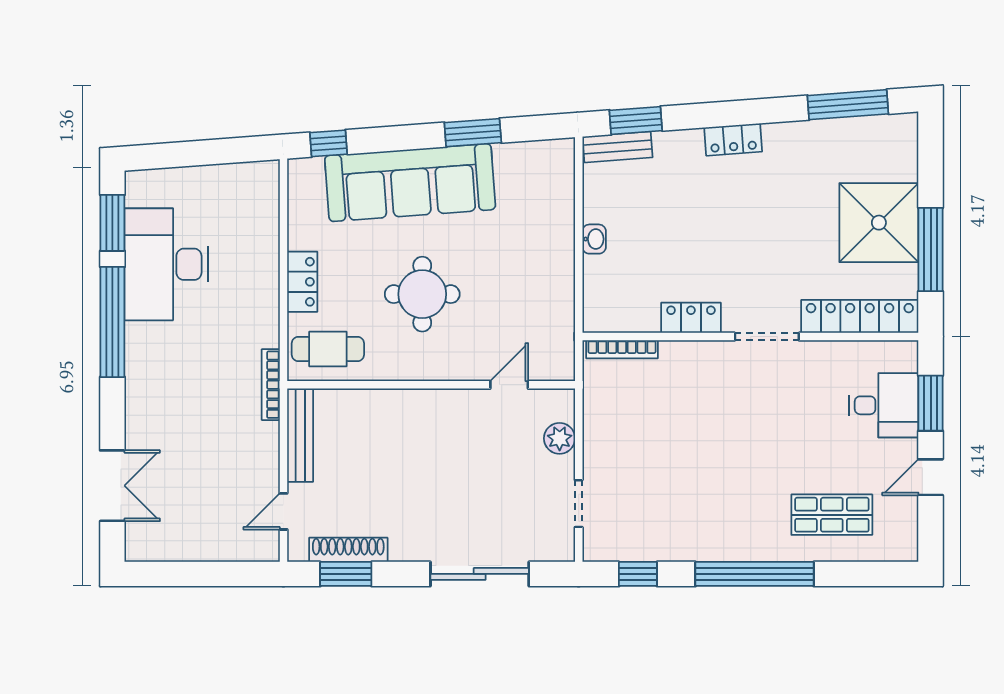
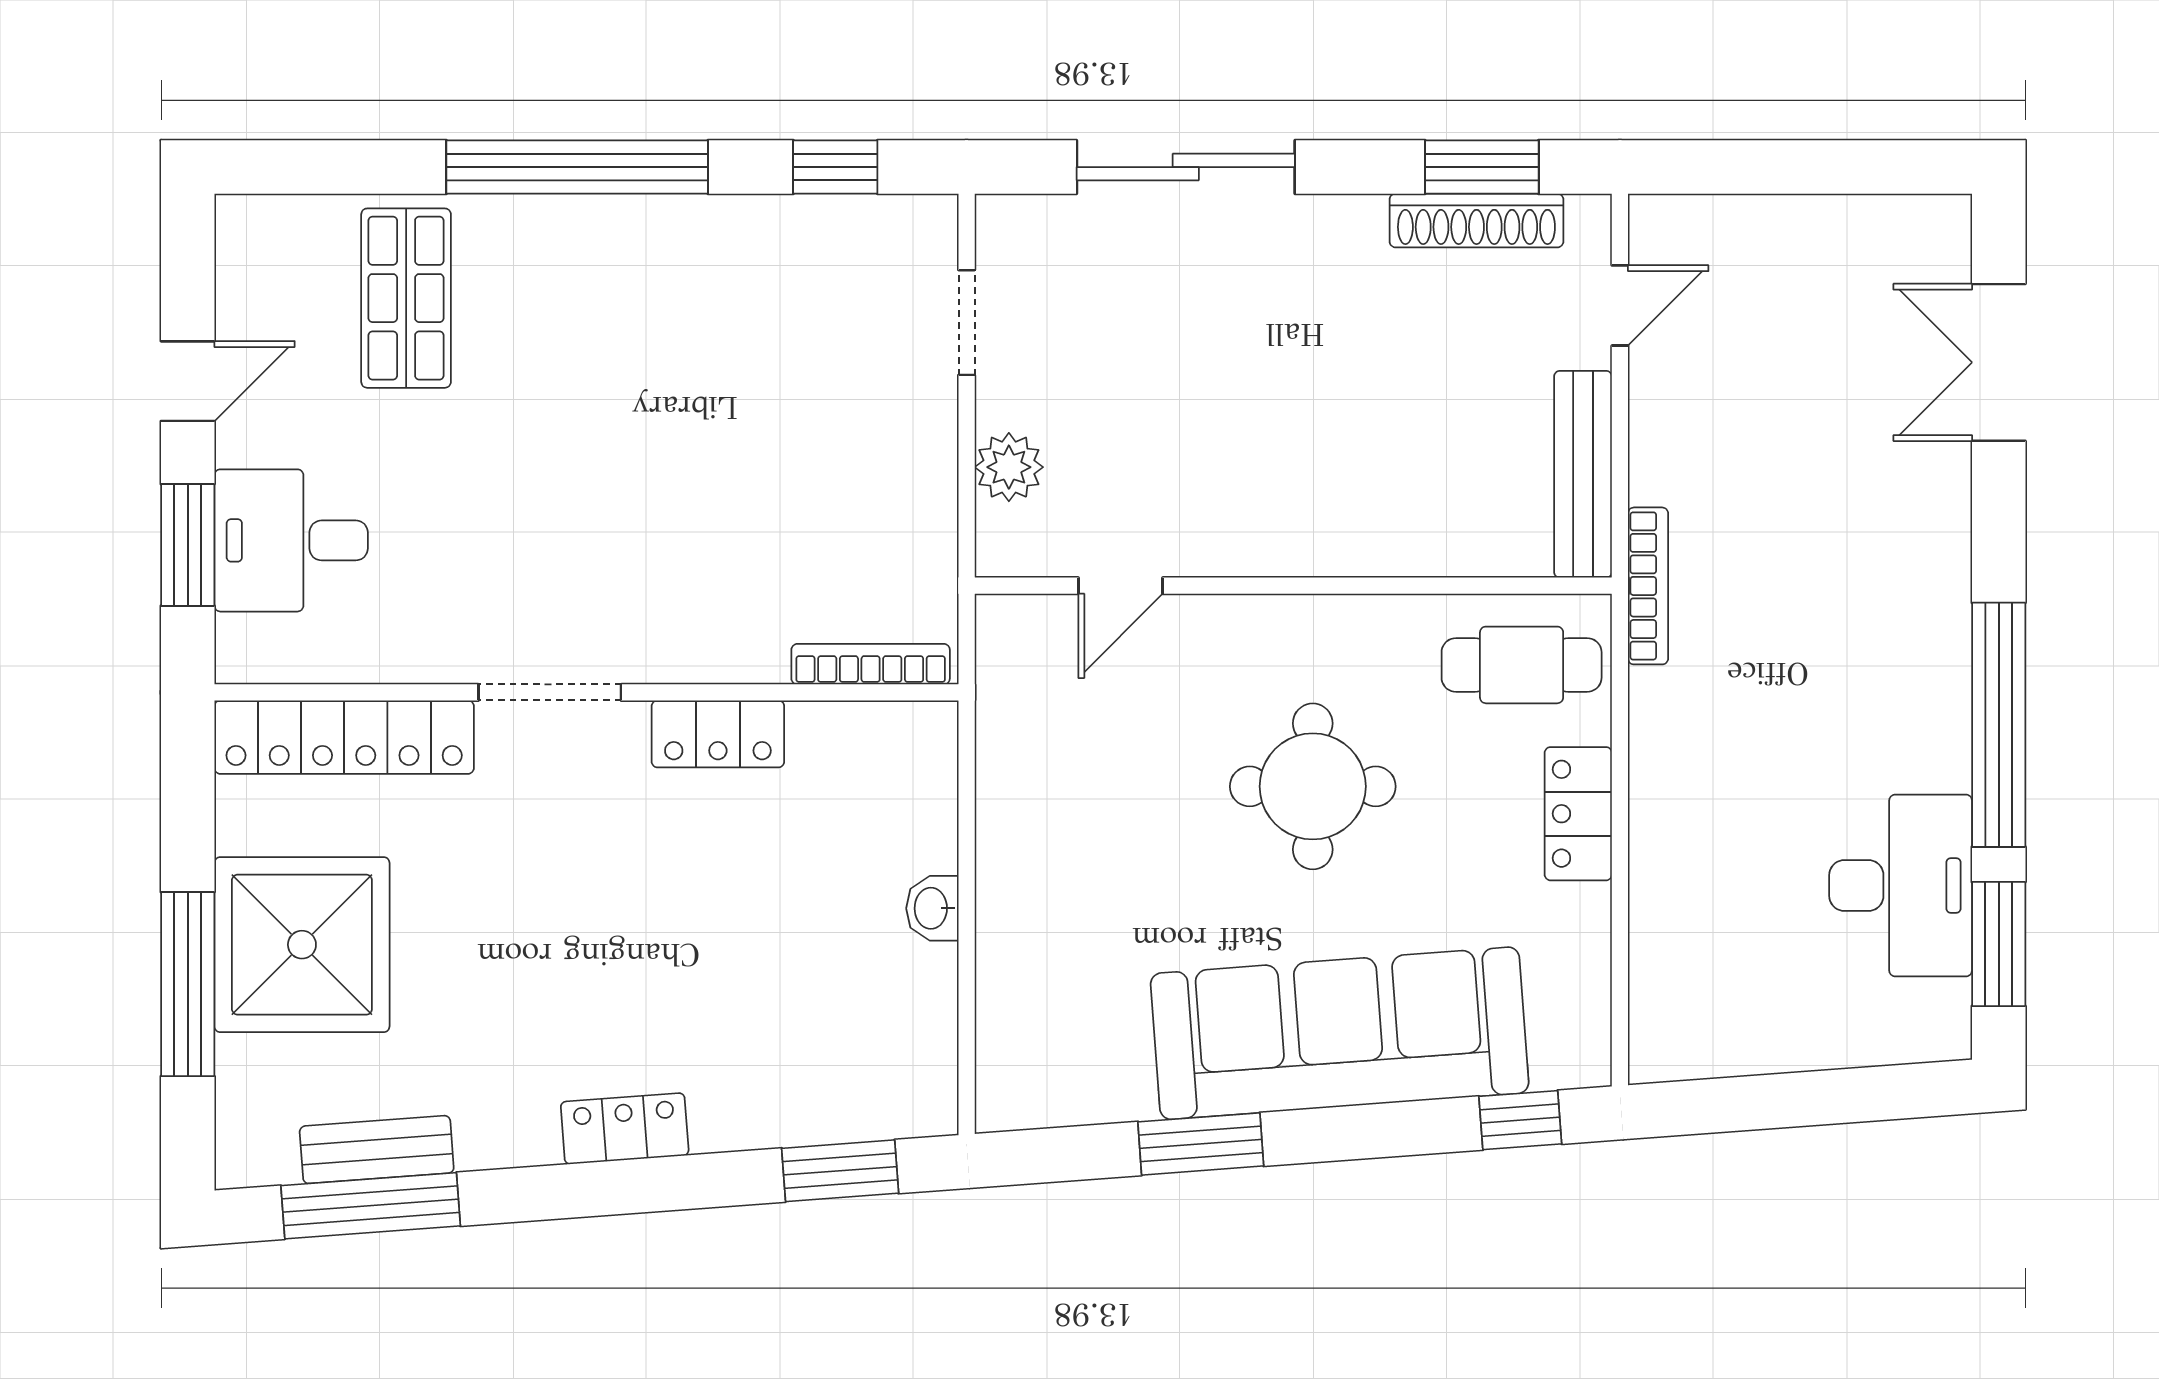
bench: (618, 147) -> (377, 1150), moved
window: (931, 250) -> (188, 984), moved
desk: (166, 264) -> (1901, 885), width x0.73, depth x0.77
shop shelf: (832, 515) -> (406, 298), turned 90

